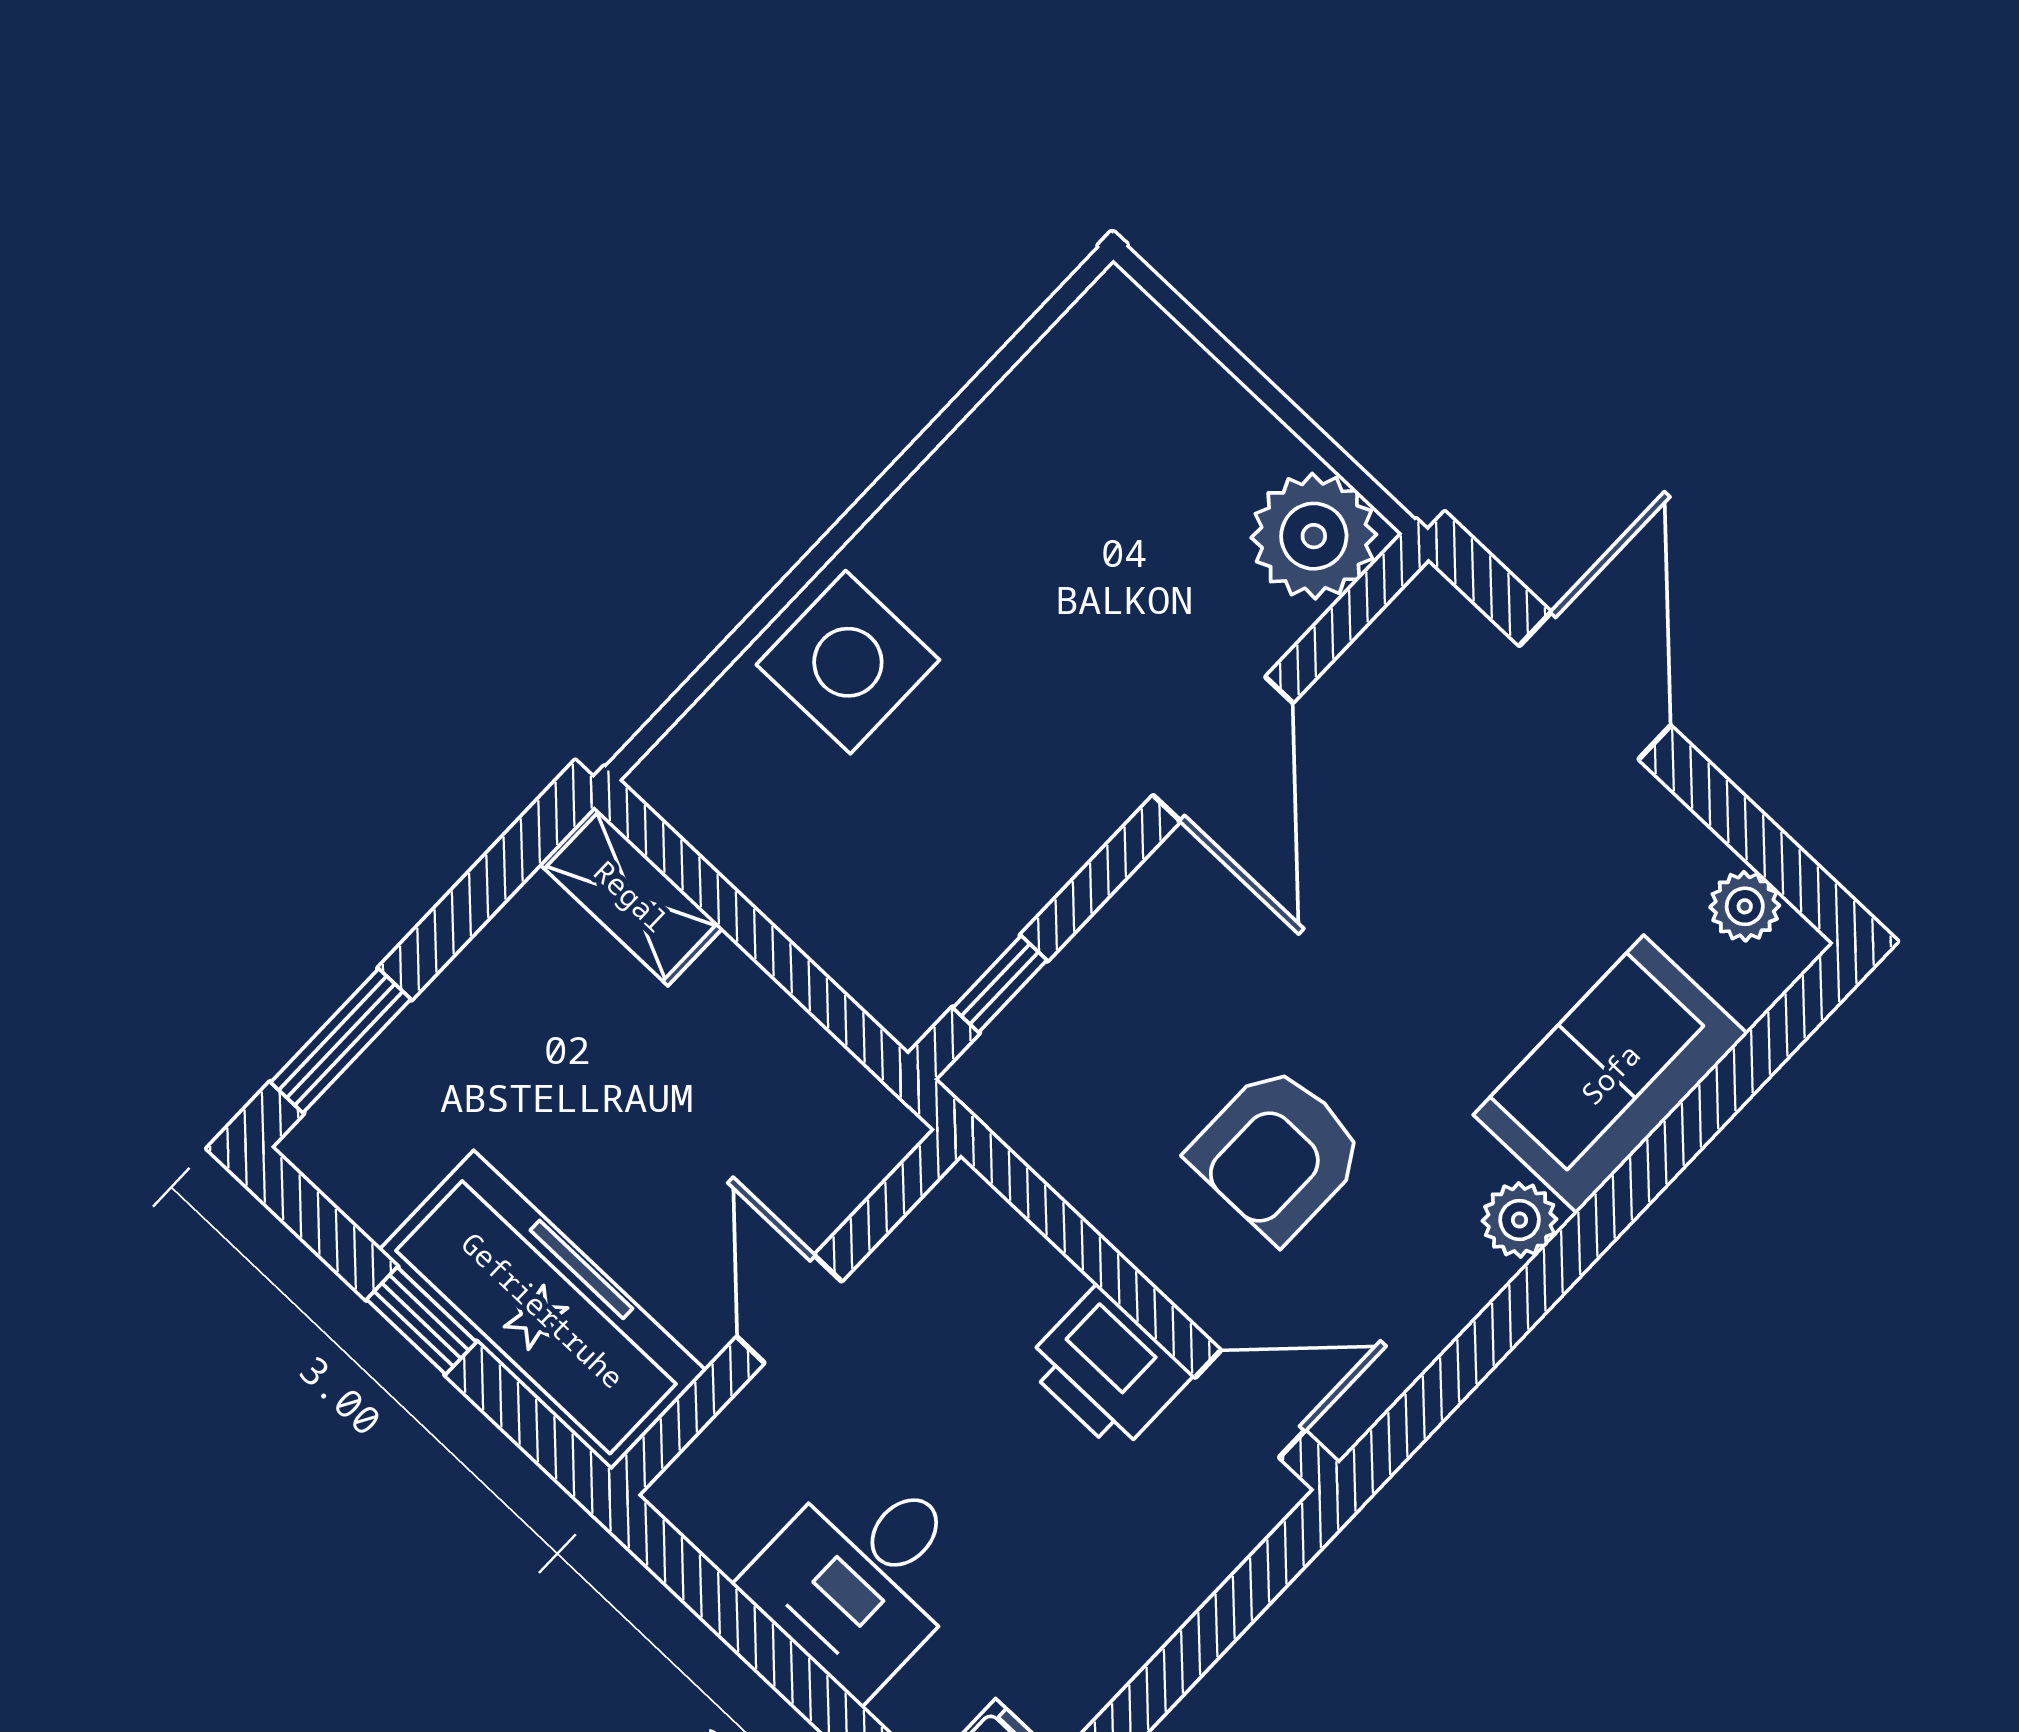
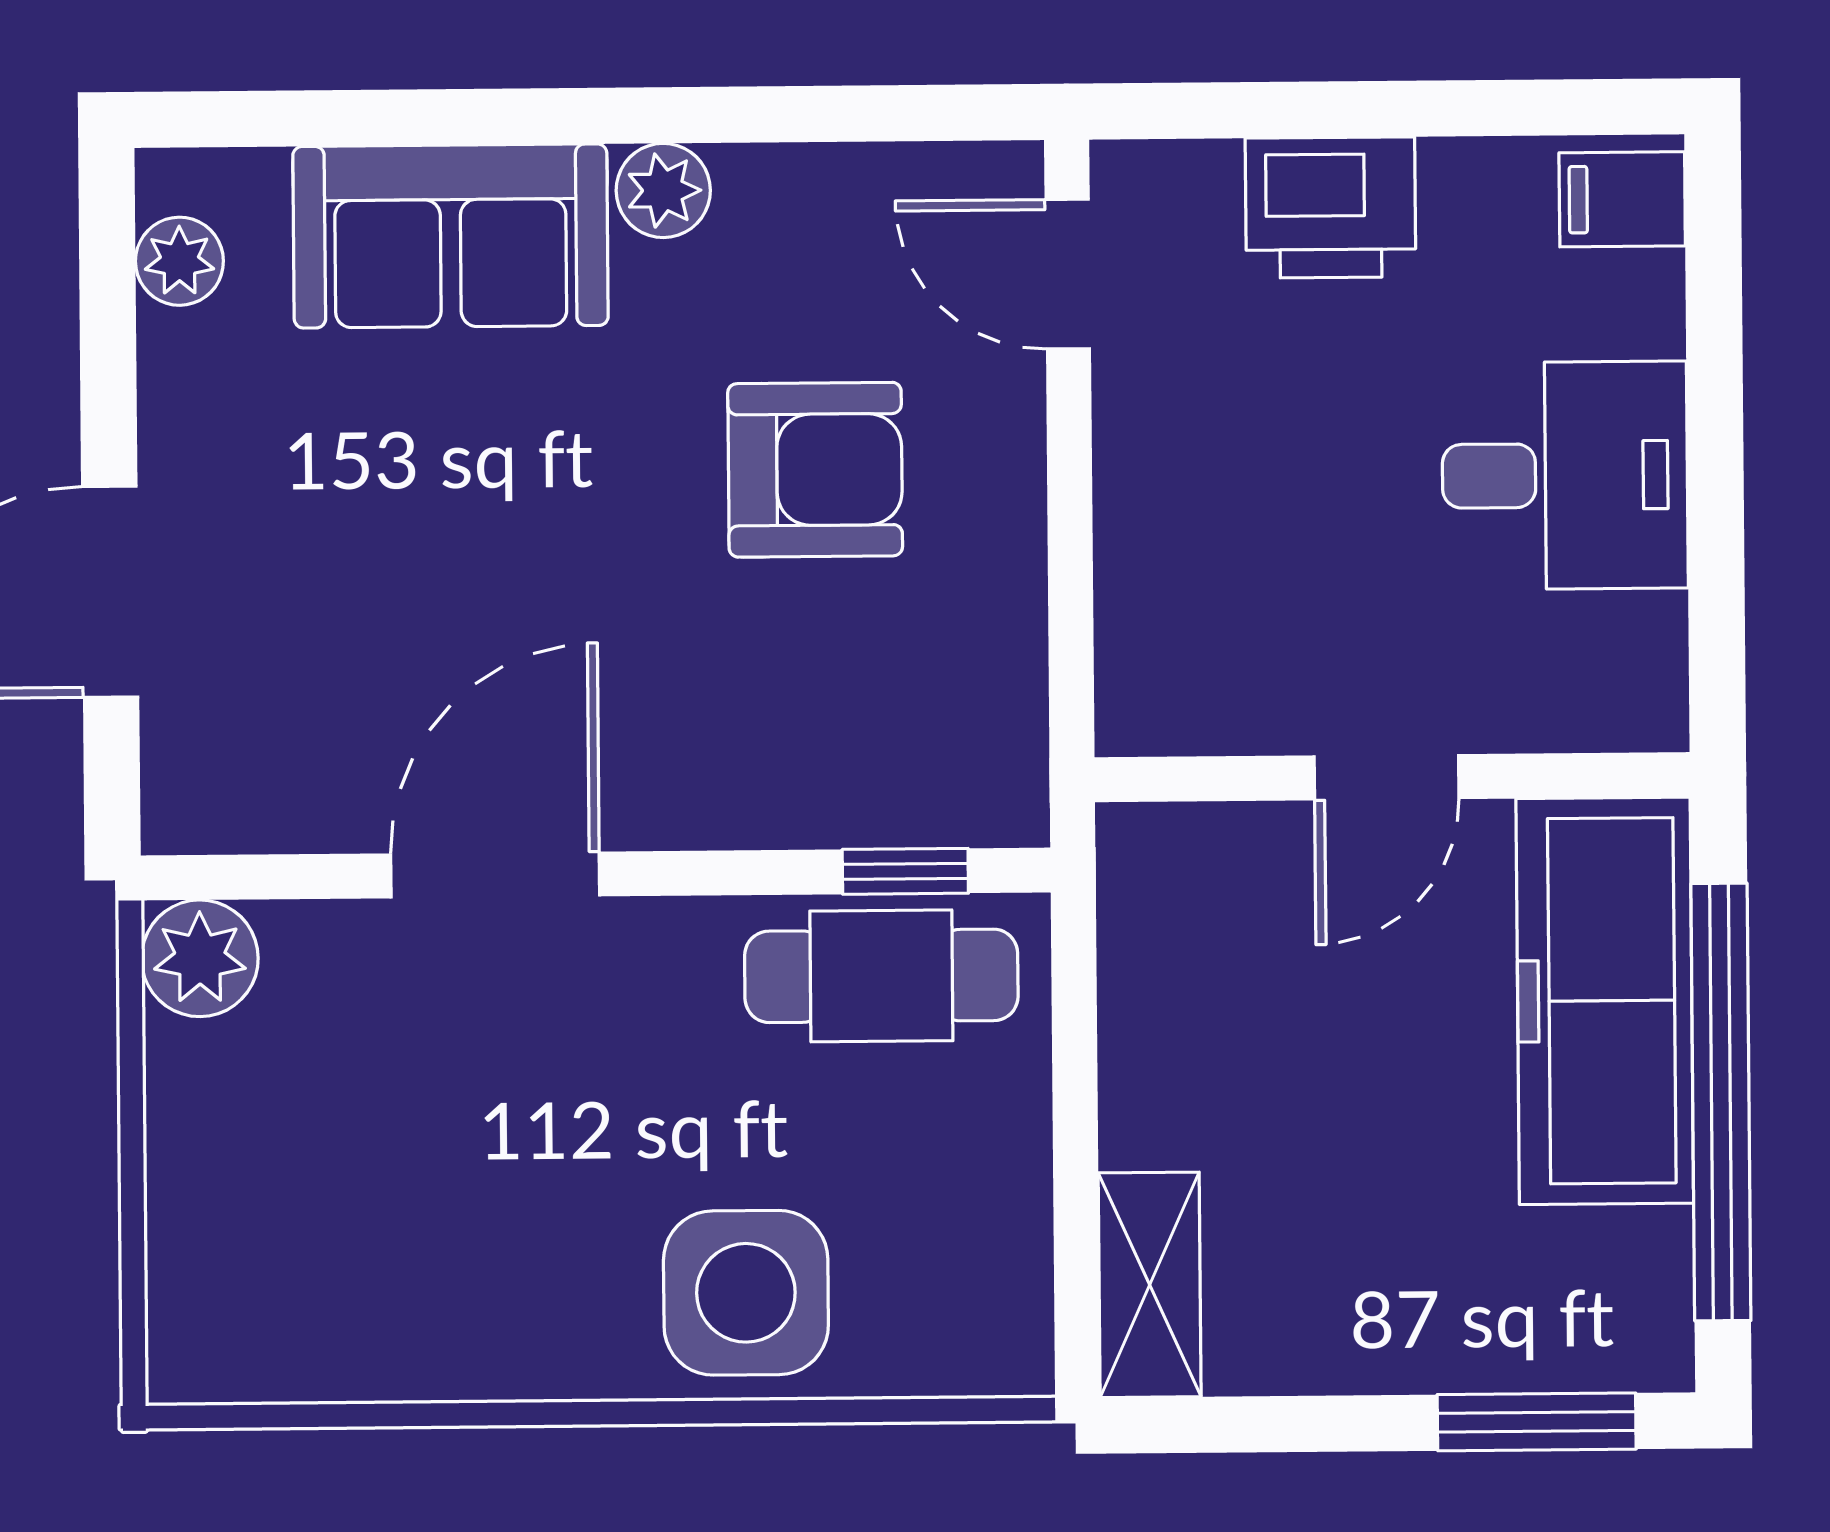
plant: (1314, 536) -> (200, 958), width x0.73, depth x0.73
cafe table: (954, 913) -> (881, 976), added
window: (421, 1321) -> (1721, 1102), width x3.17
printer: (1108, 1369) -> (1331, 208), moved, turned 90

